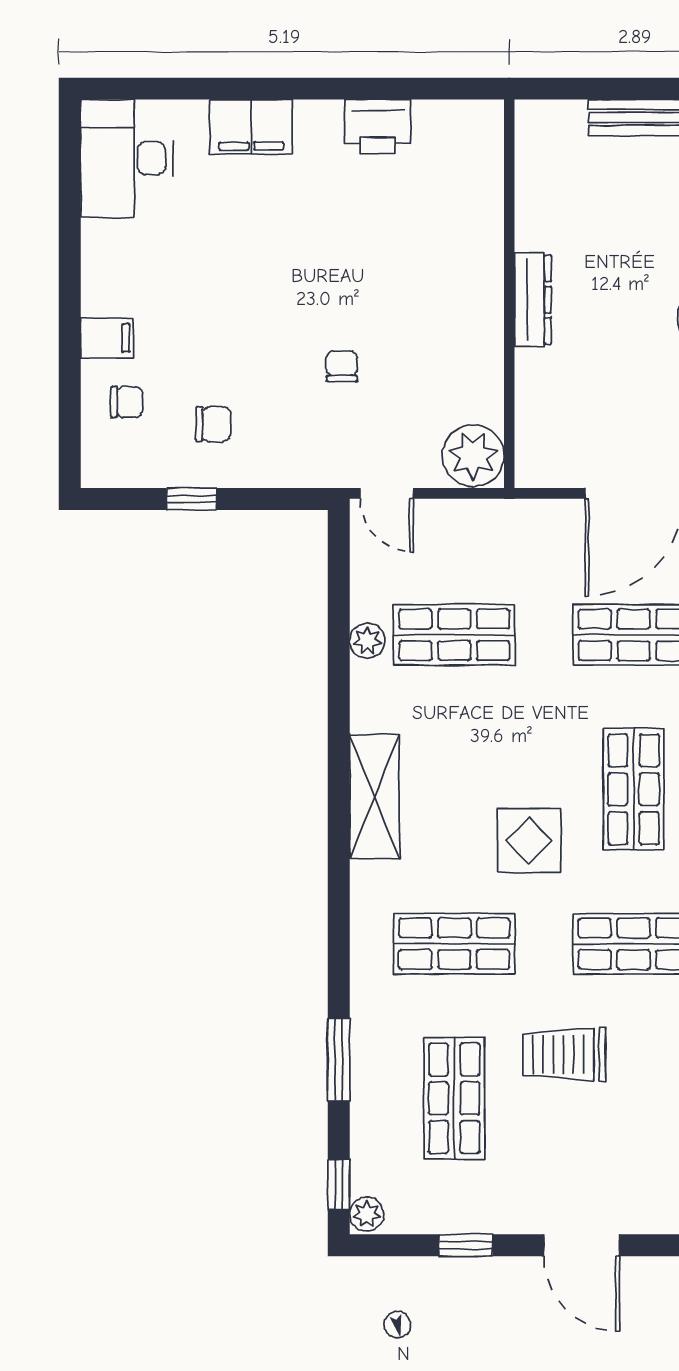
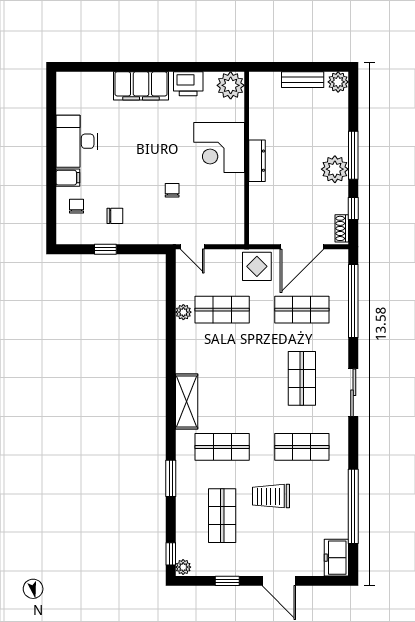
filing cabinet: (251, 127) -> (141, 86), width x1.50, depth x1.17
desk: (127, 158) -> (77, 141), moved
corner desk: (447, 270) -> (219, 147), added
chair: (127, 402) -> (76, 206), turned -90
plant: (473, 456) -> (231, 85), moved
shelving: (374, 797) -> (187, 402), moved
display table: (529, 840) -> (257, 266), moved
window: (339, 1060) -> (171, 478), moved

